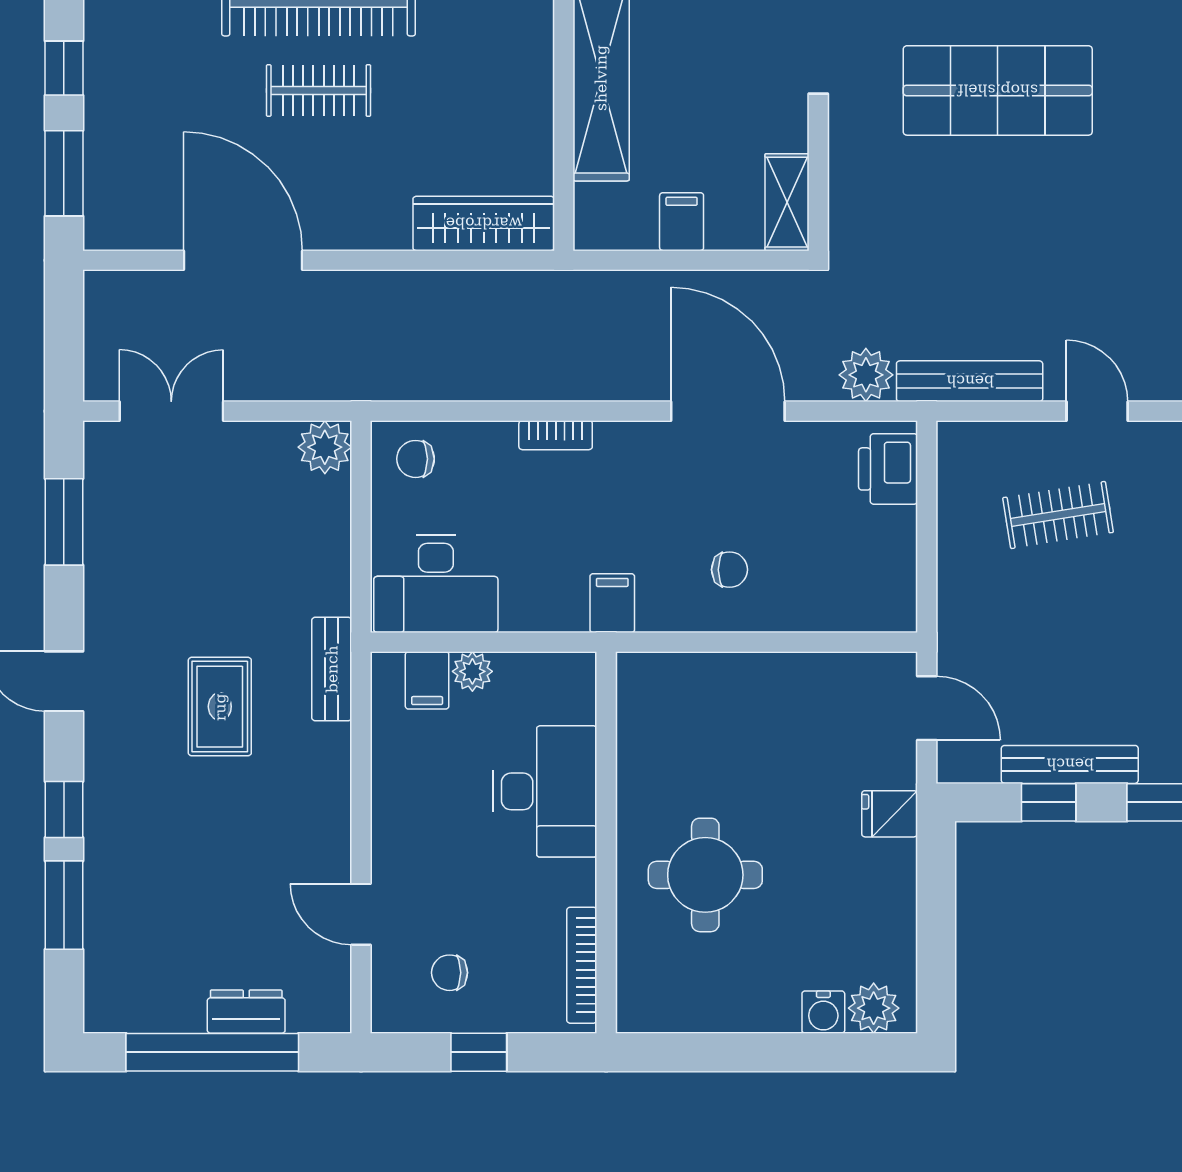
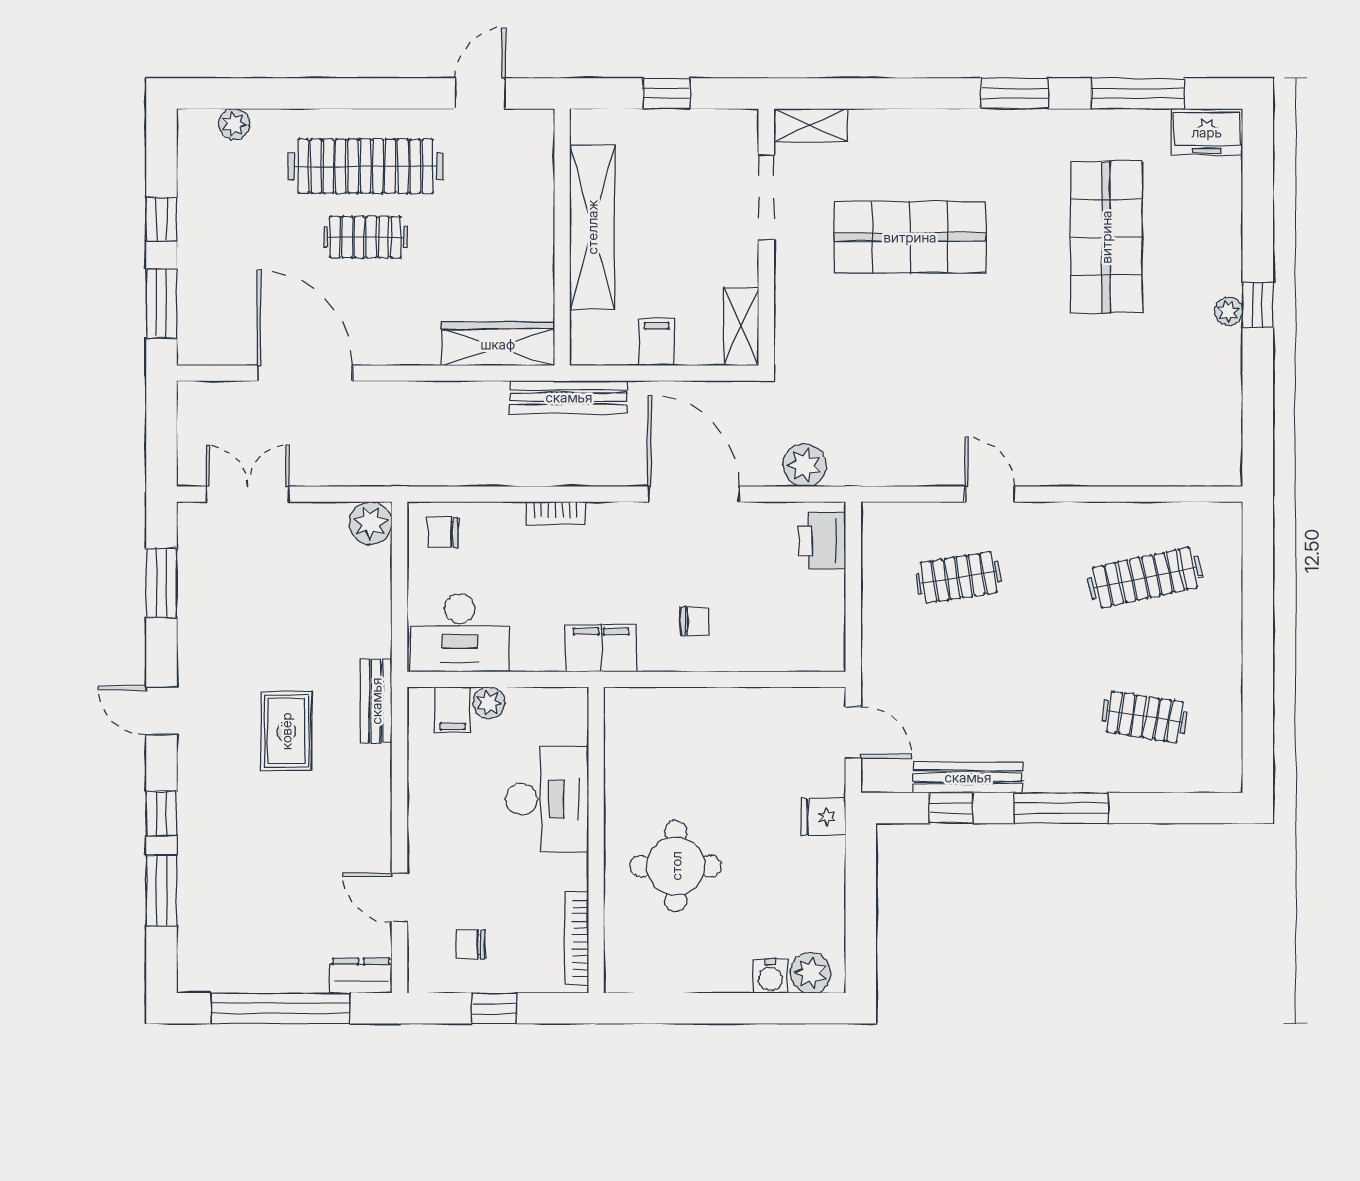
bench: (970, 381) -> (569, 397), moved
filing cabinet: (612, 603) -> (601, 648), width x2.00
dresser: (246, 1012) -> (361, 976), moved

